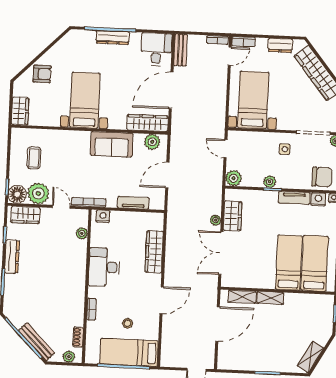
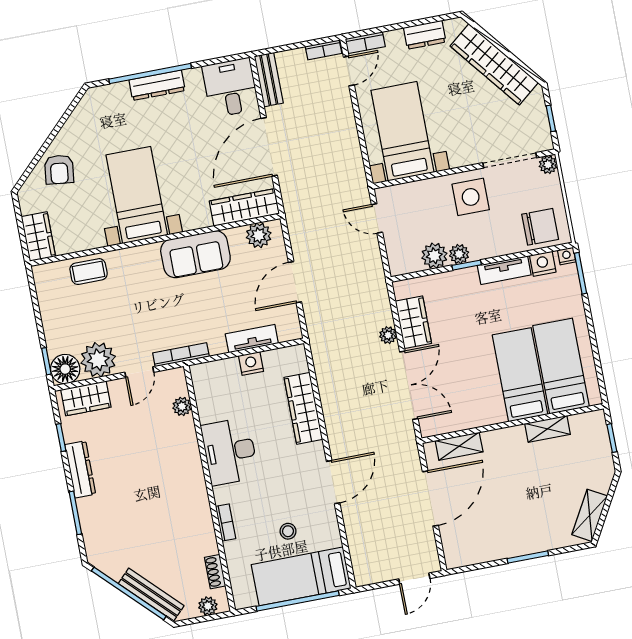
armchair: (42, 74) -> (59, 169), turned 97
side table: (285, 149) -> (471, 197), width x1.87, depth x1.87
coffee table: (34, 158) -> (89, 272), moved, turned 90
plant: (234, 178) -> (434, 256), moved
door: (61, 207) -> (139, 372), swing flipped
nightstand: (103, 216) -> (251, 364), moved
double door: (221, 253) -> (409, 385), swing flipped
shelving: (270, 298) -> (547, 429), moved

